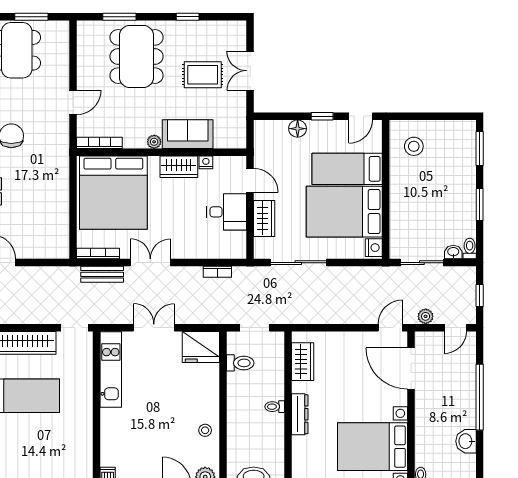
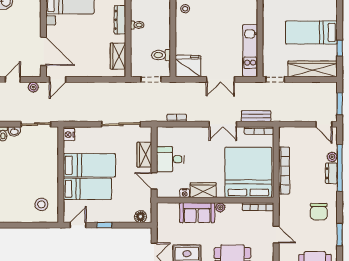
door: (73, 102) -> (276, 235), swing flipped
floor lamp: (298, 129) -> (140, 217), moved
bookcase: (62, 195) -> (284, 171), added
bed: (344, 212) -> (89, 165), width x0.67

